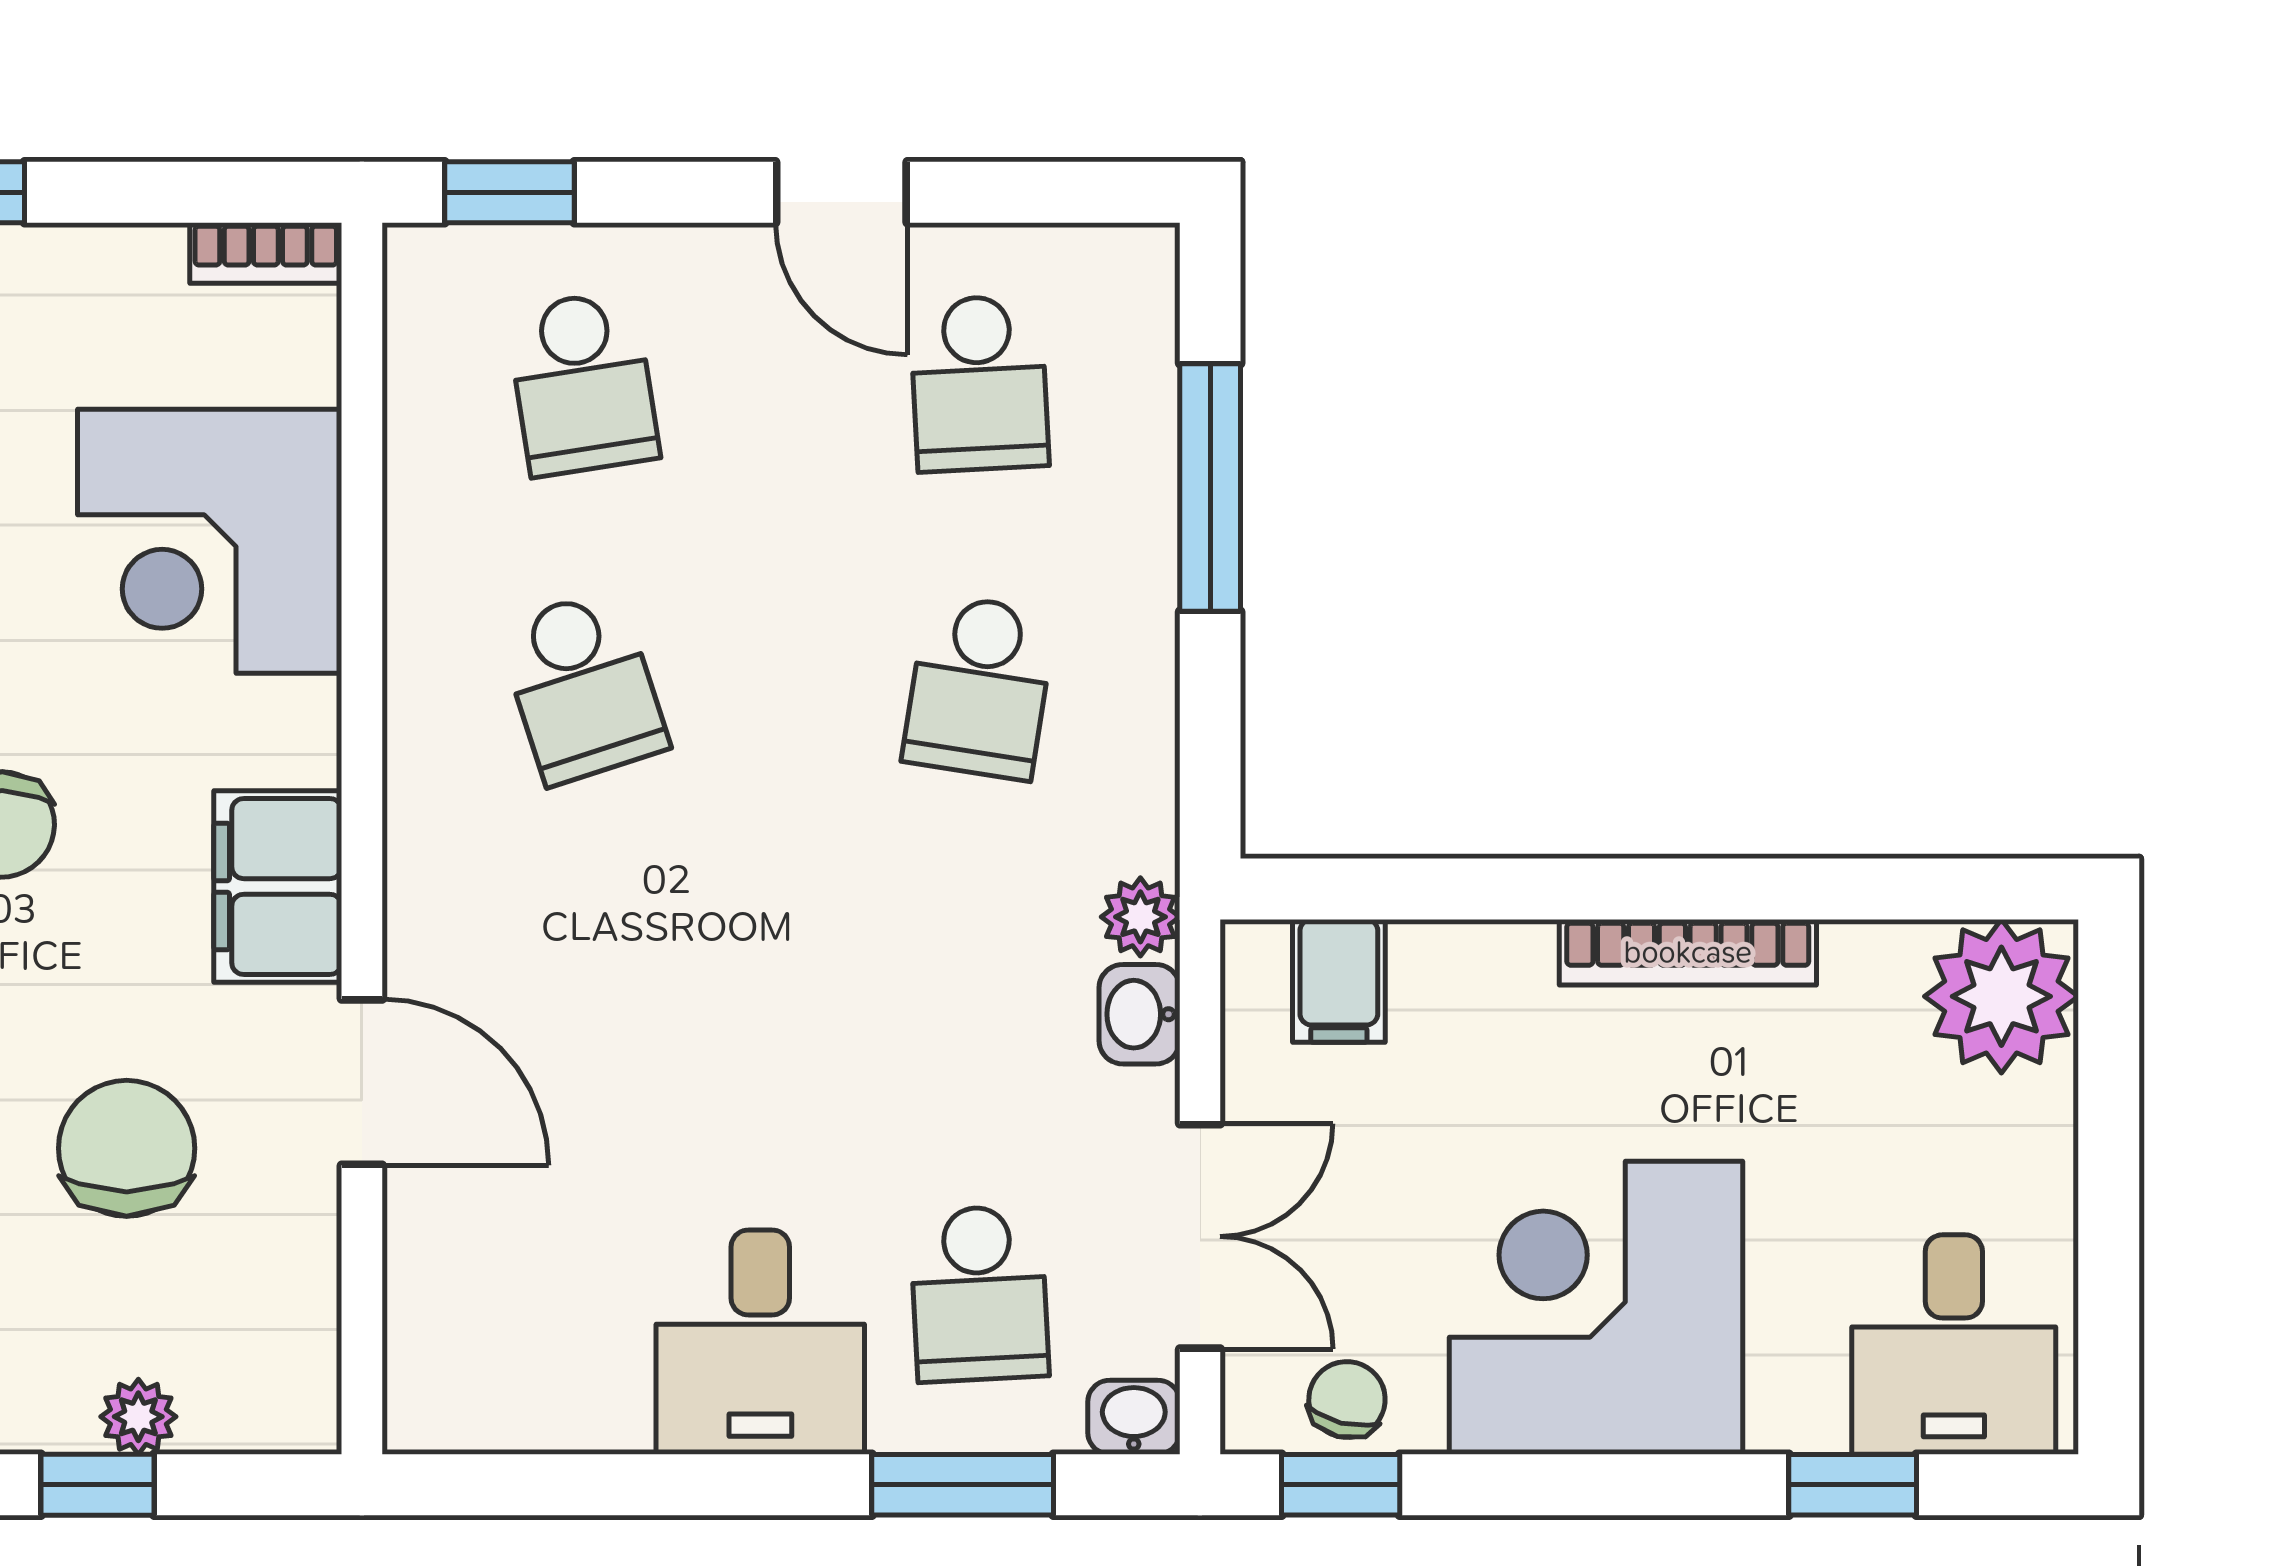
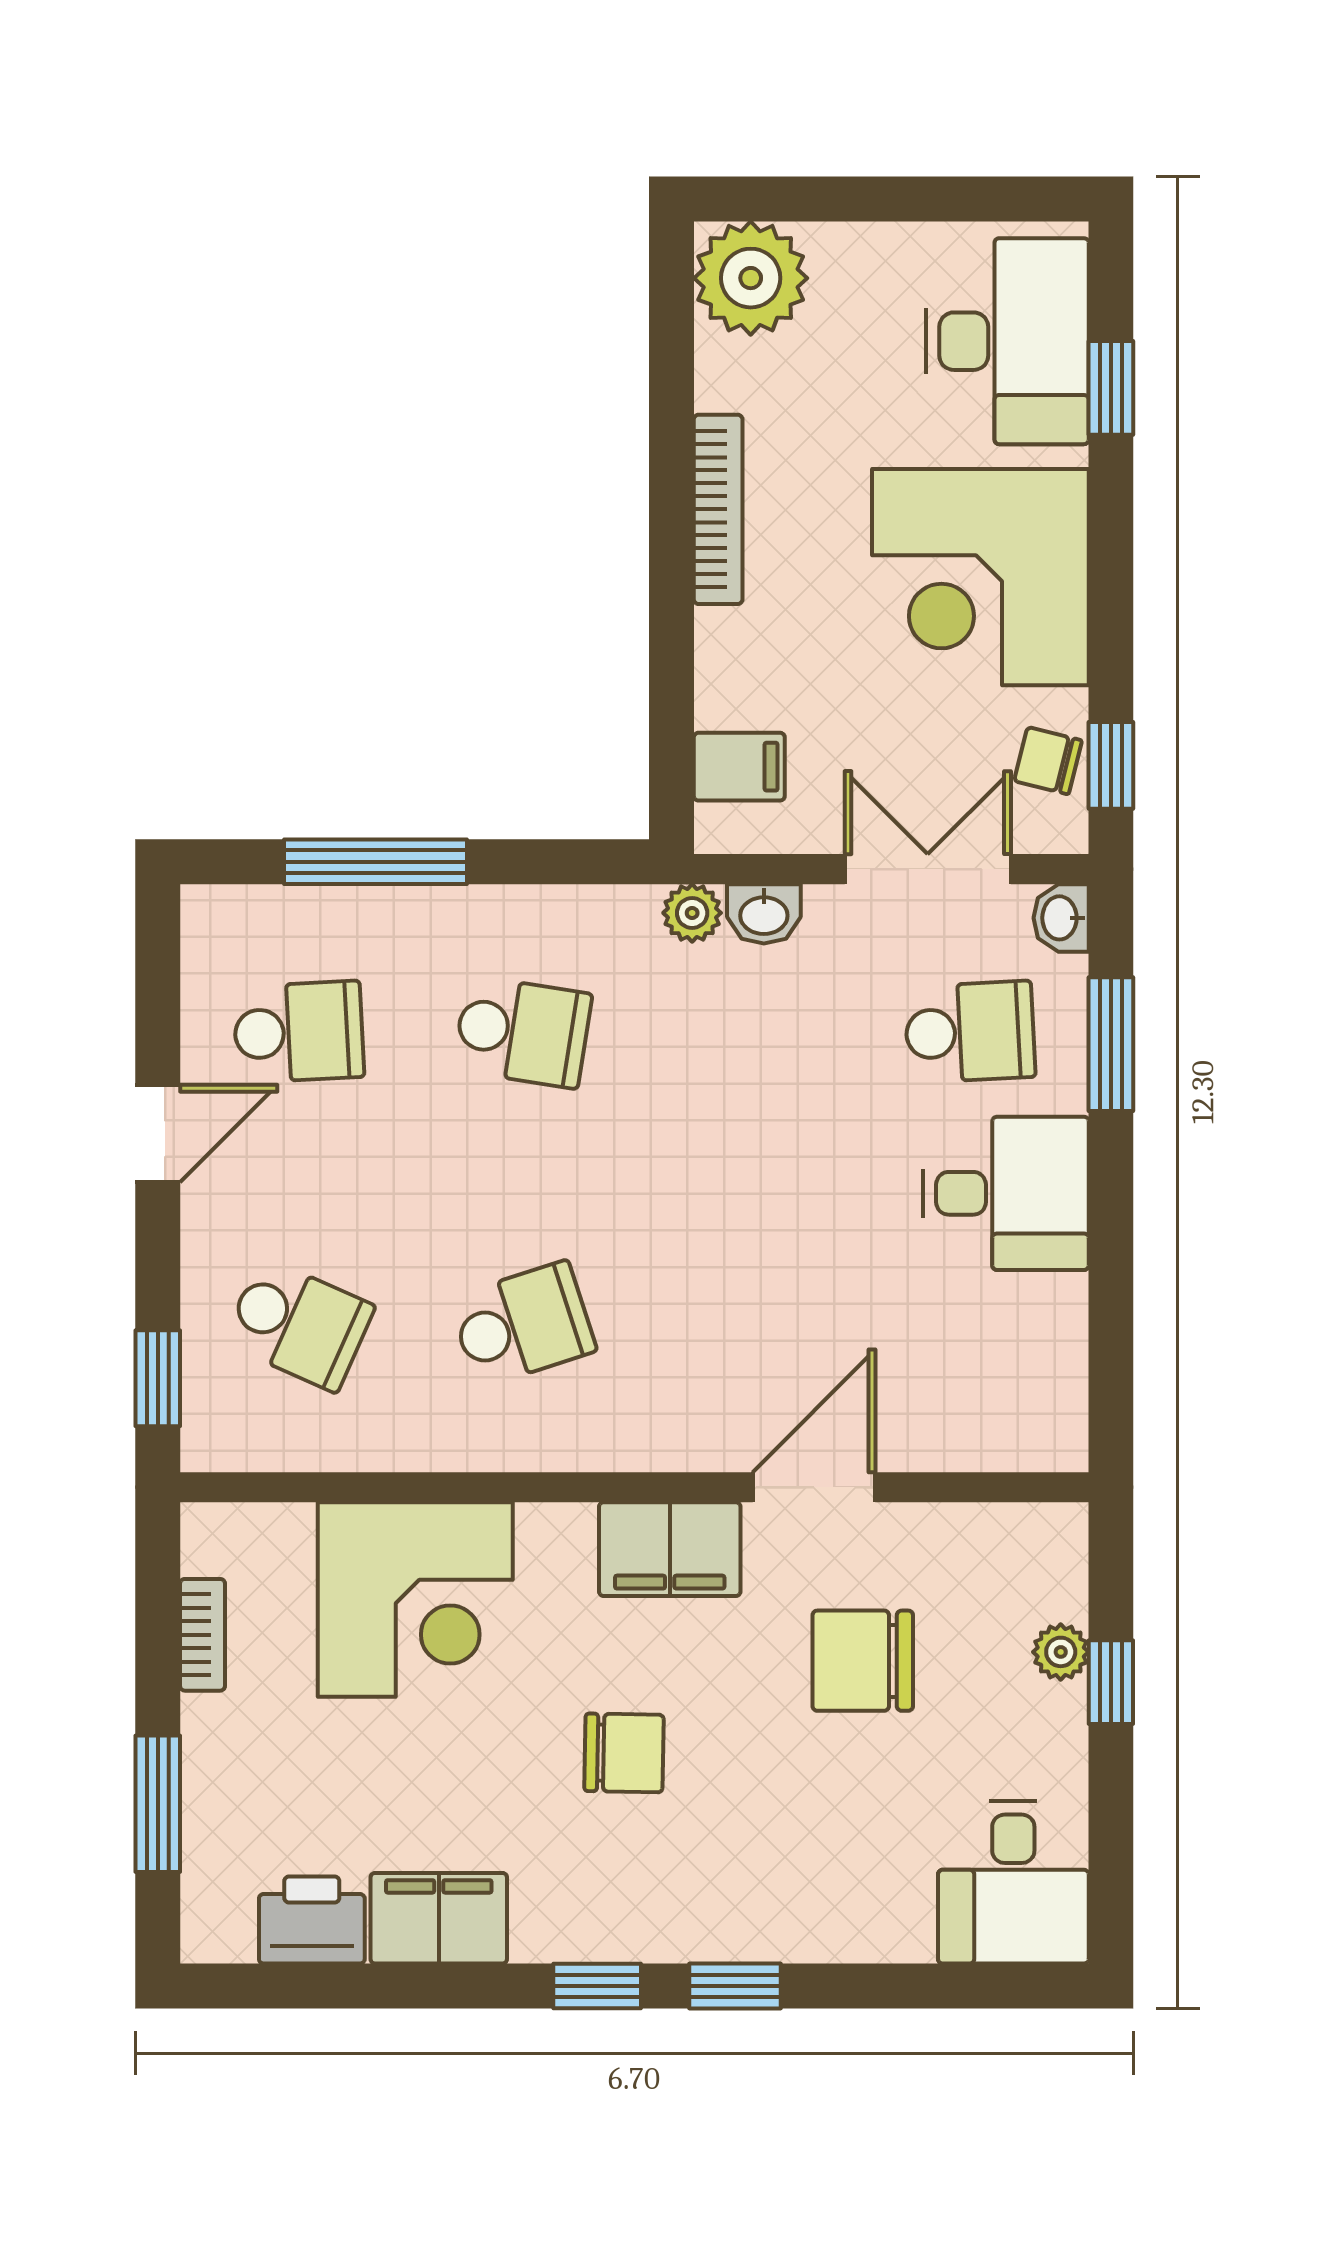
bookcase: (266, 253) -> (202, 1635), moved
school desk: (583, 383) -> (299, 1324), turned 33
desk: (1954, 1345) -> (1008, 341), width x1.37

